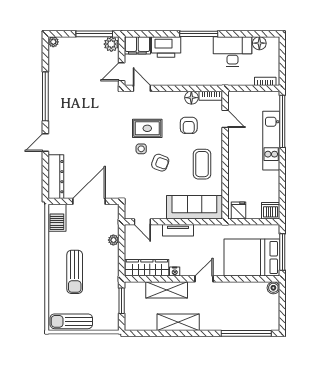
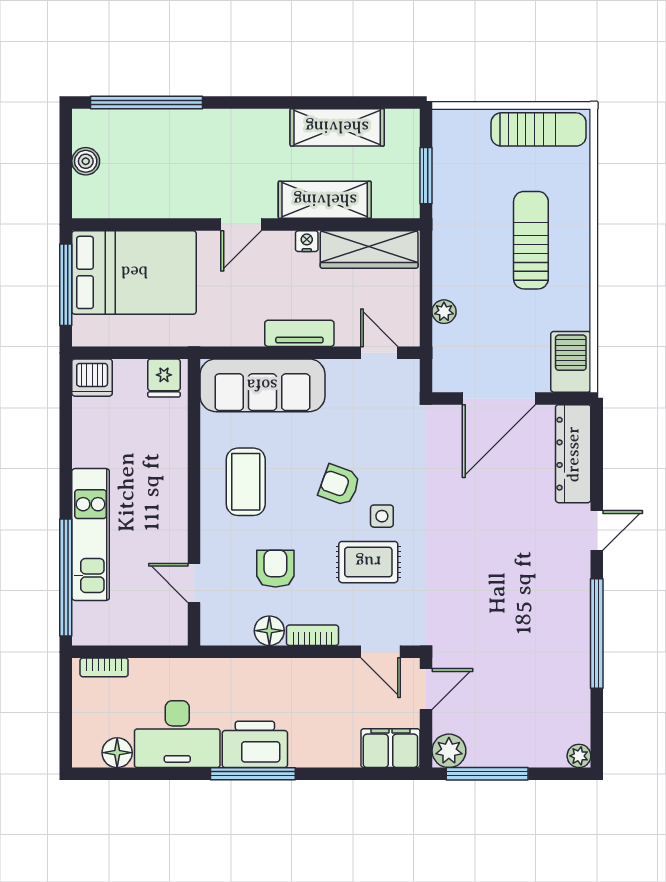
printer: (166, 47) -> (255, 744), moved
bookcase: (211, 96) -> (313, 635), moved
boiler: (273, 288) -> (86, 161), moved
shelving: (178, 322) -> (337, 127), moved

